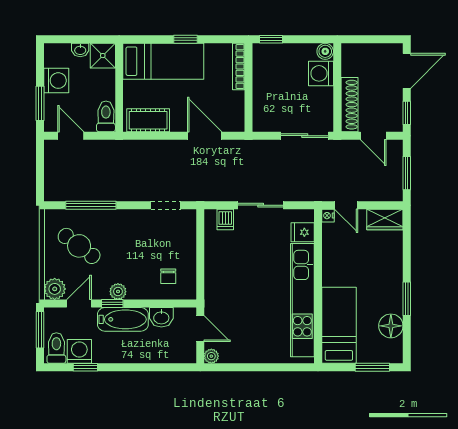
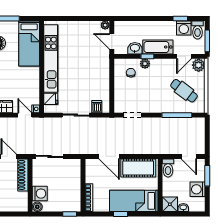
cot: (148, 120) -> (138, 168), width x1.37, depth x1.34
plant: (118, 292) -> (145, 64), moved
window: (112, 304) -> (147, 56), moved

